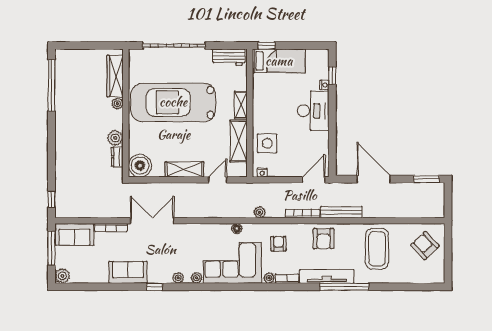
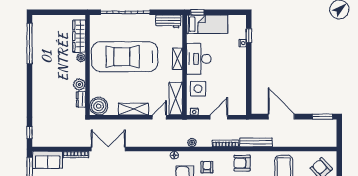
desk: (313, 111) -> (199, 59), moved, turned 180
shelving: (239, 141) -> (176, 99), moved
door: (314, 180) -> (219, 117), moved
armchair: (324, 239) -> (242, 163), turned 90

